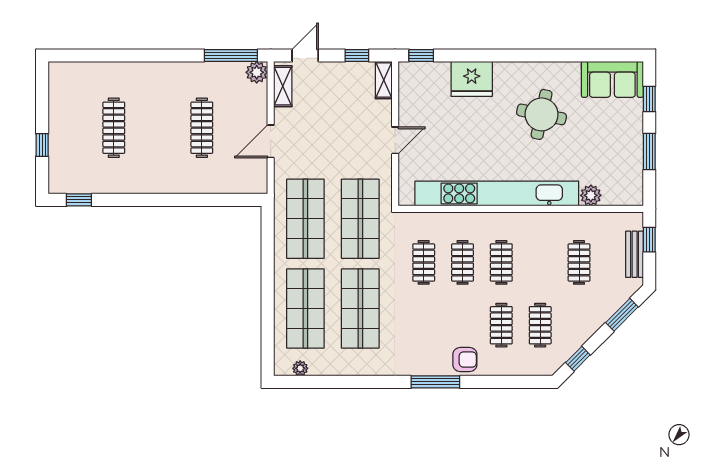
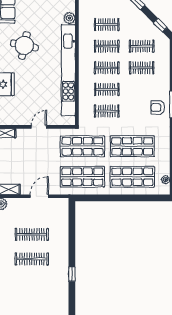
clothes rail: (114, 128) -> (32, 259), moved
door: (395, 140) -> (39, 127), hinge flipped
door: (271, 141) -> (39, 196), swing flipped
window: (79, 200) -> (72, 274), moved
clothes rail: (540, 262) -> (107, 46), added
armchair: (465, 360) -> (158, 108), moved, turned -90

